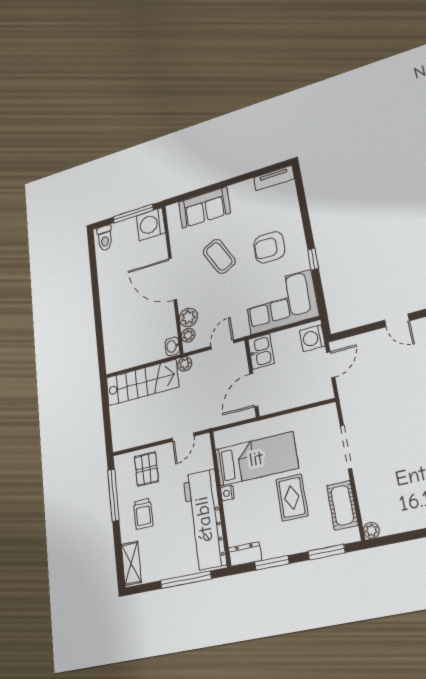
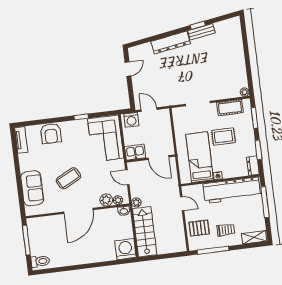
washing machine: (151, 224) -> (125, 249), moved, turned 180
armchair: (269, 247) -> (51, 134), moved

